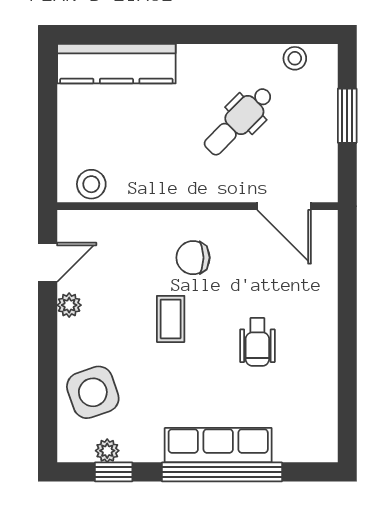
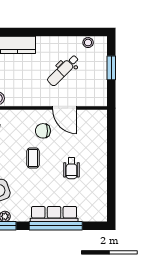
door: (284, 206) -> (65, 108), moved

